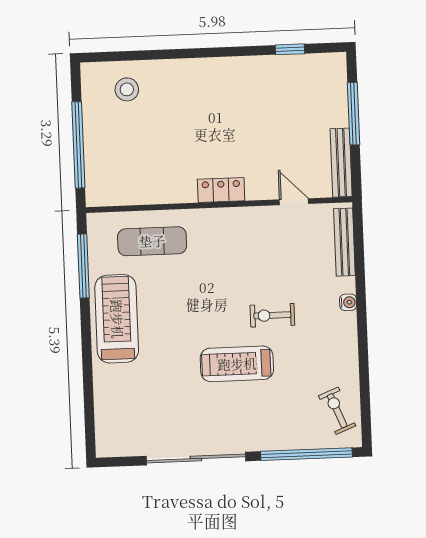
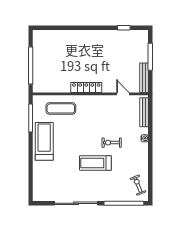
stool: (127, 89) -> (53, 42), removed
locker: (221, 190) -> (86, 87), width x1.53

